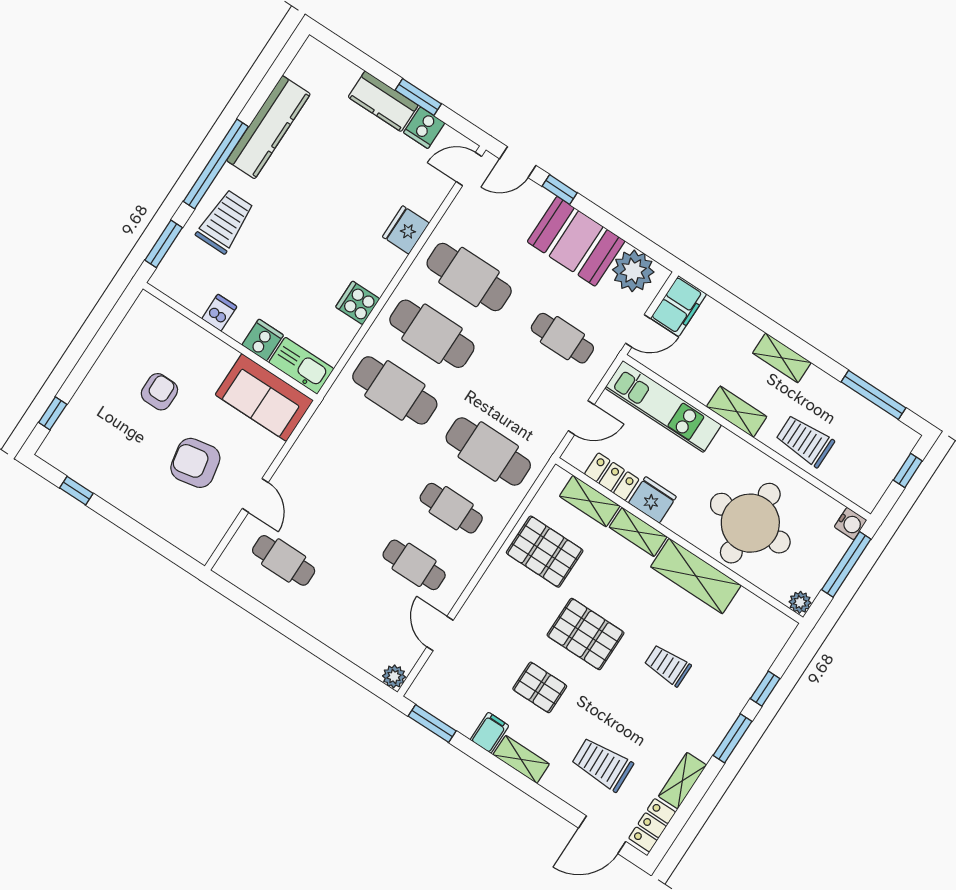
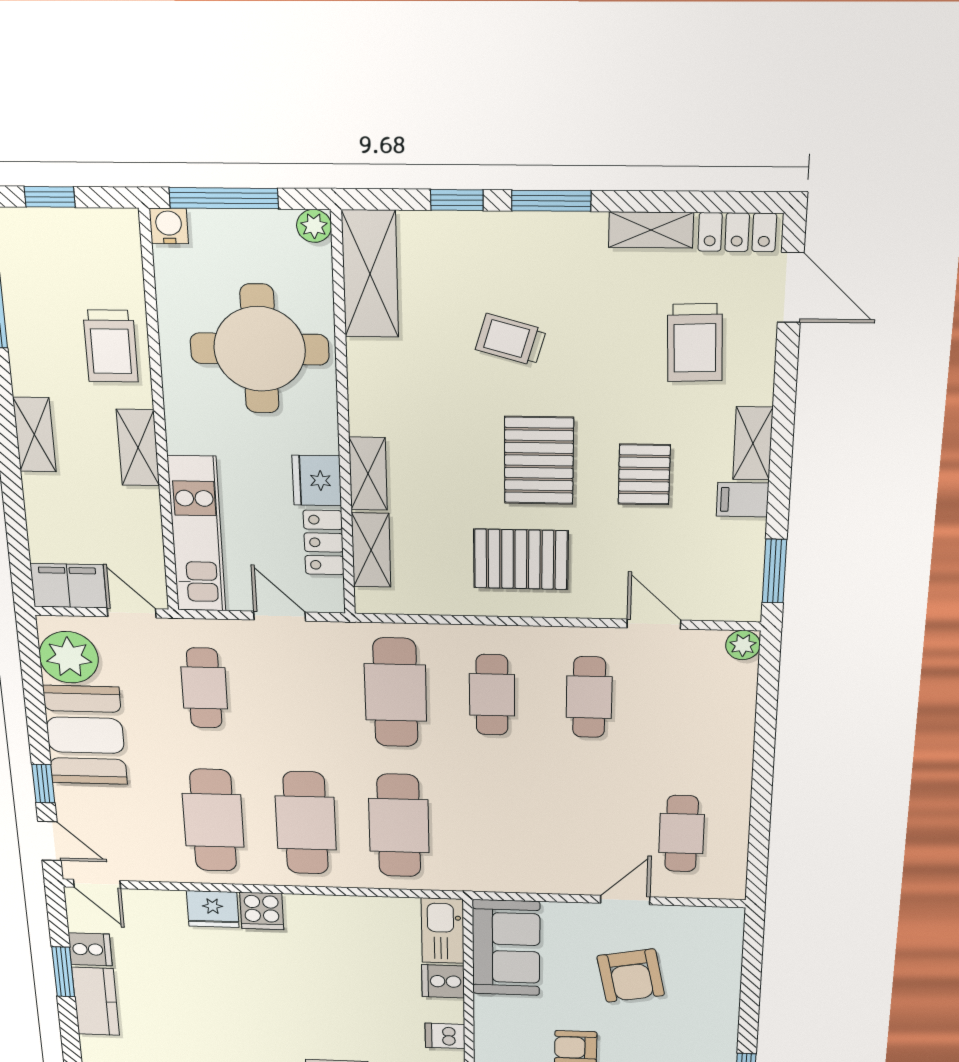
cooker: (358, 303) -> (262, 911), moved
pallet: (545, 552) -> (521, 559), moved, turned 90
shelving: (696, 576) -> (370, 274), moved
door: (440, 634) -> (654, 624), swing flipped
trolley: (668, 665) -> (511, 340), turned 106

